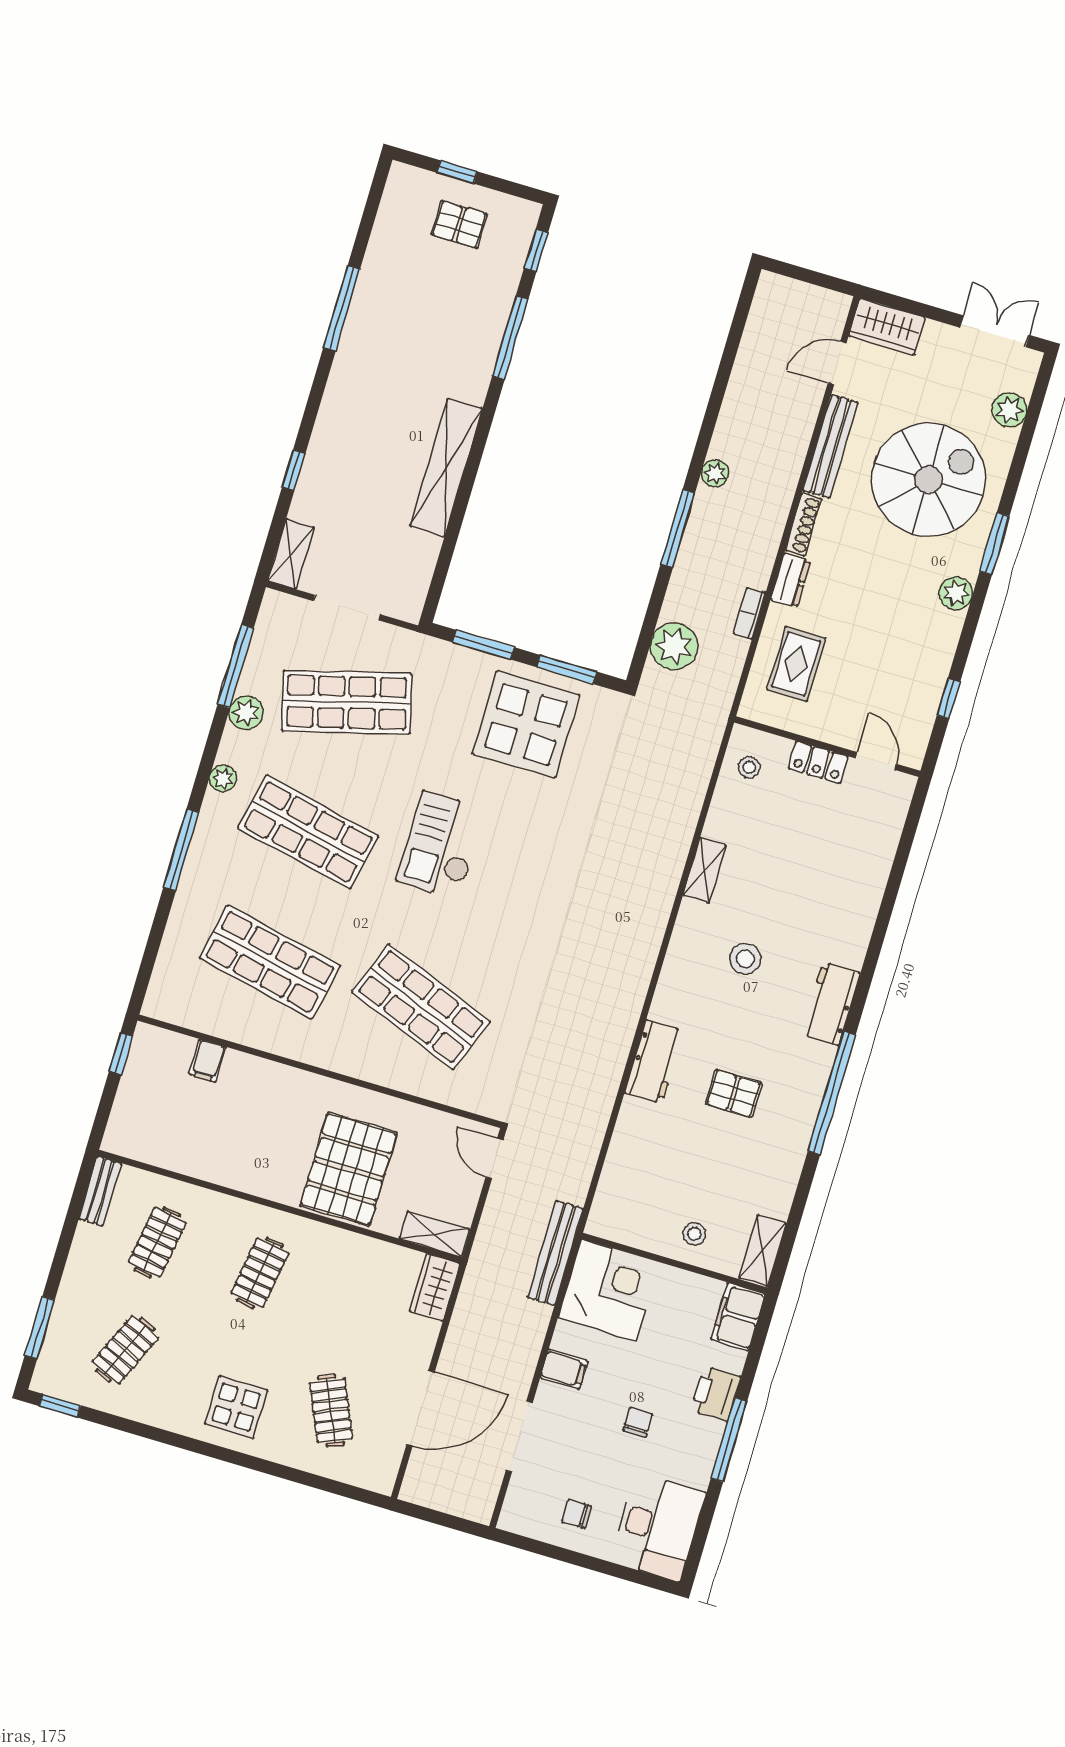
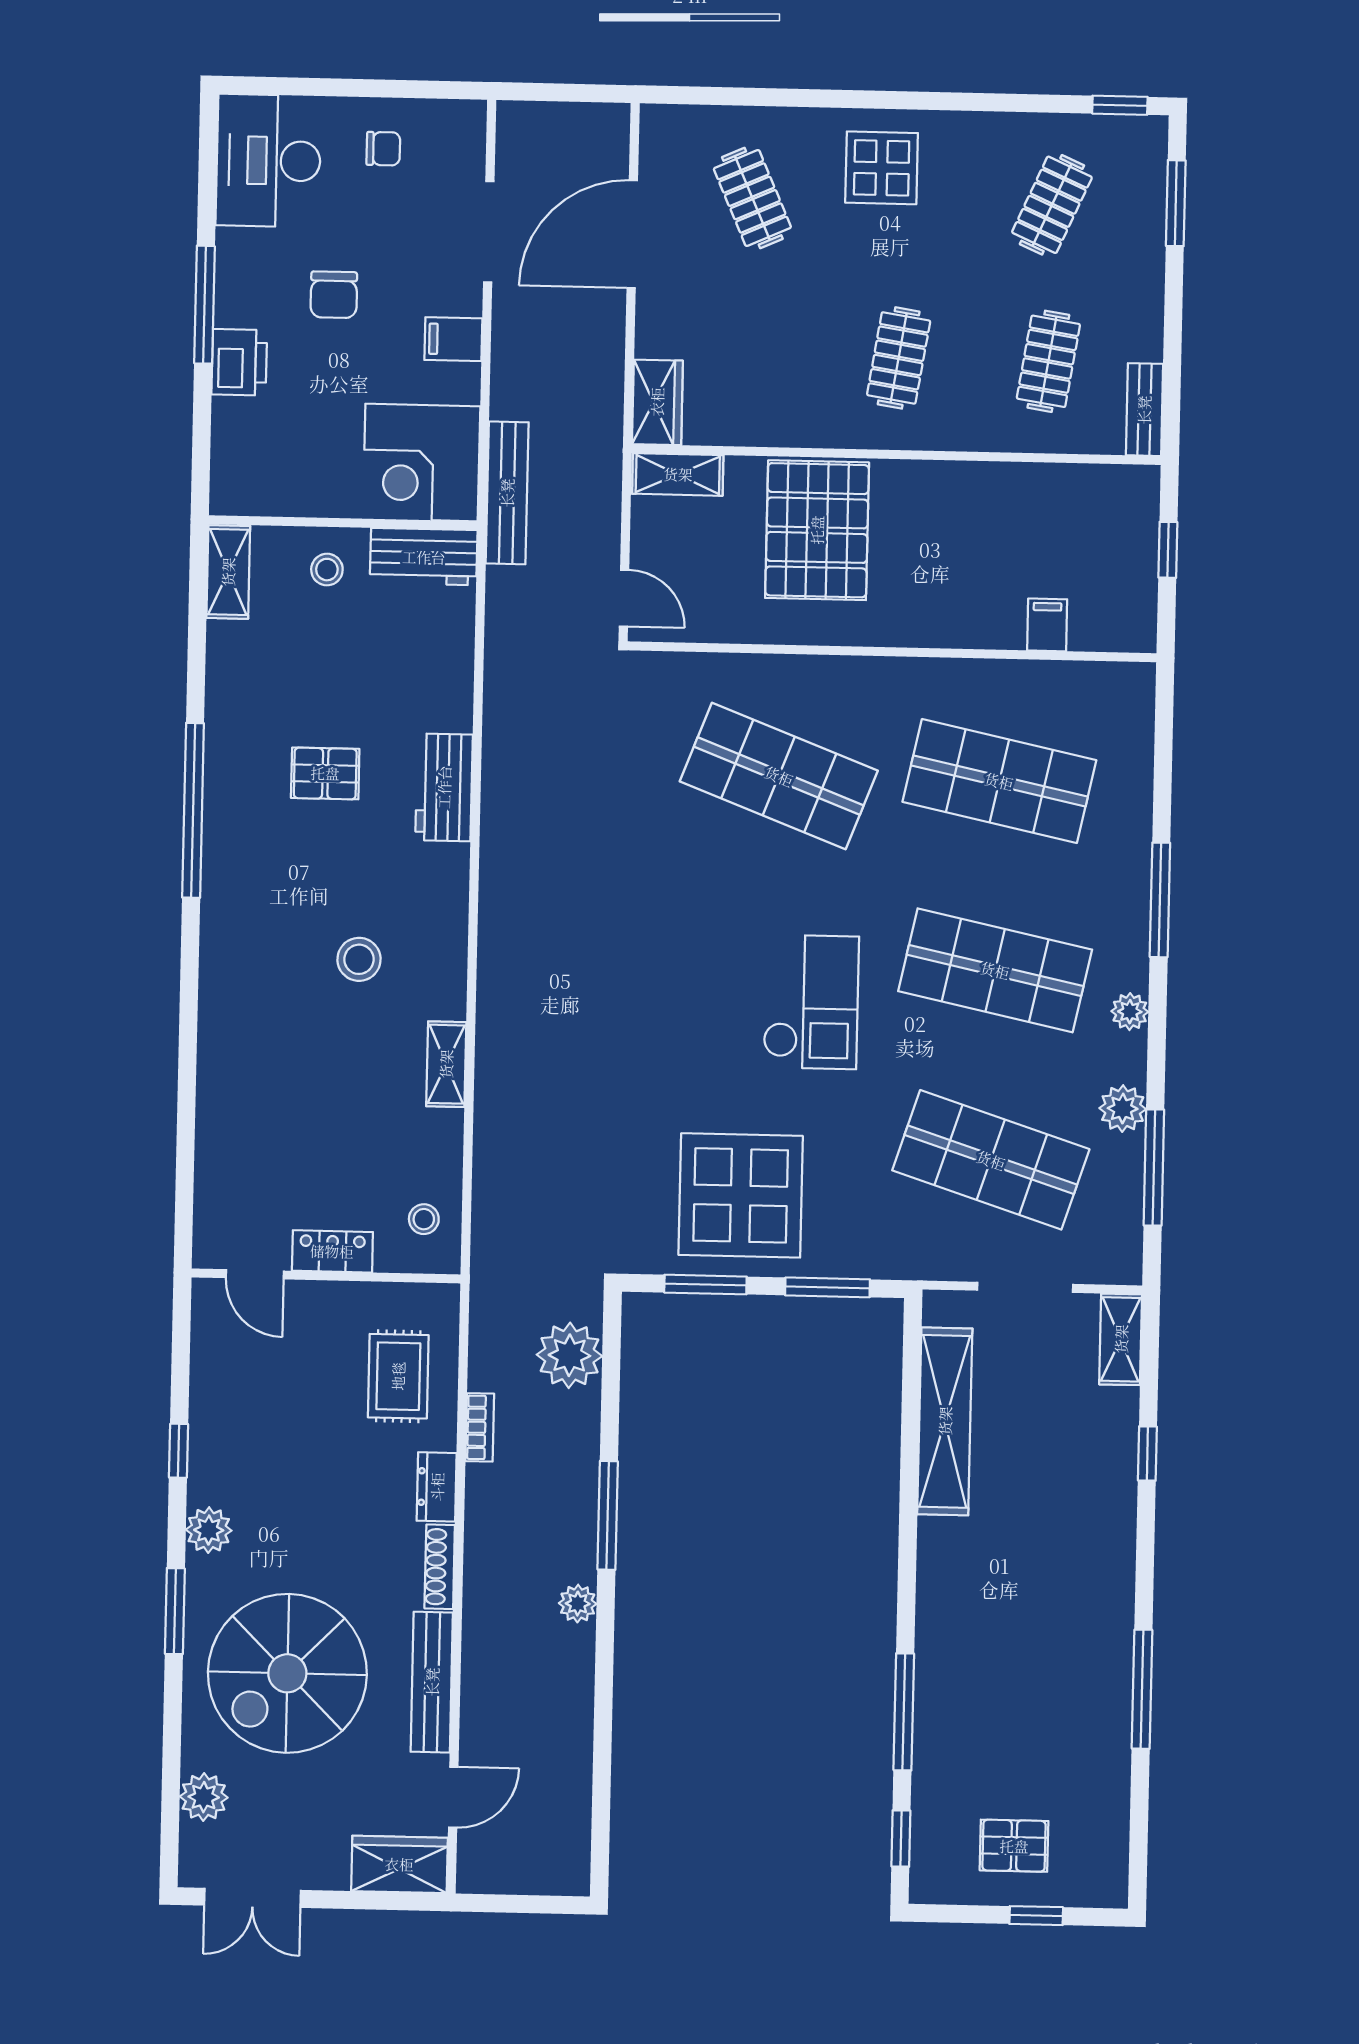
shelving: (446, 467) -> (945, 1421), moved
window: (949, 699) -> (178, 1451), moved
shop shelf: (347, 702) -> (991, 1160), turned 33
workbench: (831, 1004) -> (424, 557), moved, turned 90
window: (121, 1054) -> (1168, 550), moved
filing cabinet: (738, 1317) -> (237, 474), removed
chair: (638, 1422) -> (334, 295), width x1.37, depth x1.37

